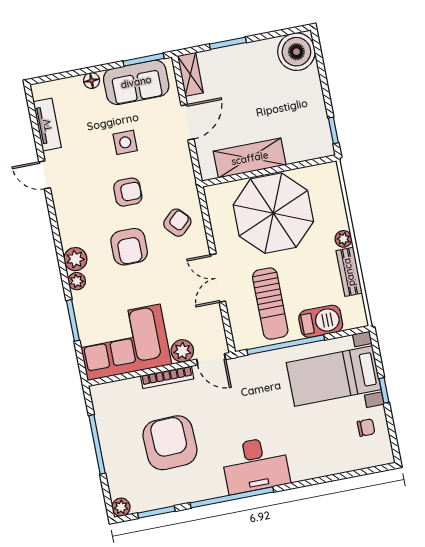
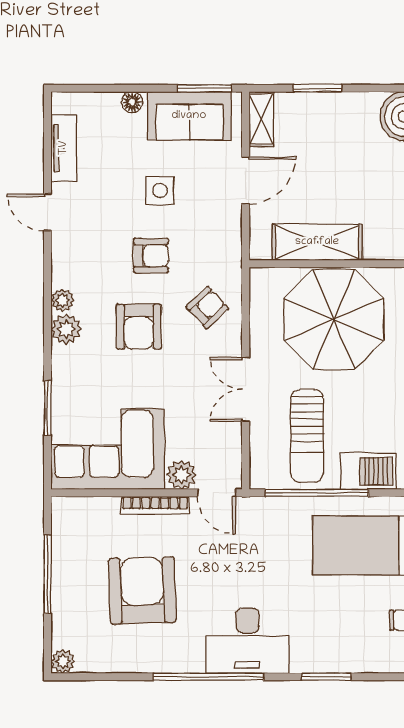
plant: (77, 281) -> (62, 300), moved
window: (156, 512) -> (326, 677), moved

